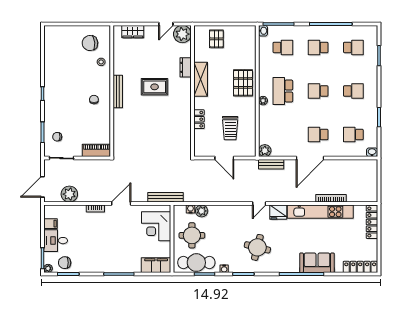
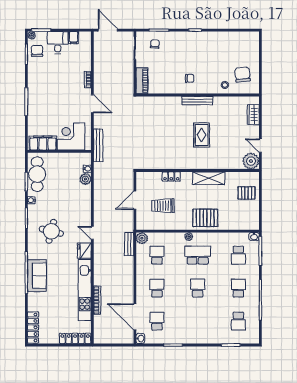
dresser: (186, 67) -> (220, 164), removed
school desk: (353, 91) -> (157, 255), moved, turned 180
door: (310, 158) -> (135, 317), moved
plant: (69, 194) -> (101, 55), removed
round table: (192, 235) -> (63, 170), removed
sofa: (317, 263) -> (37, 276), moved
filing cabinet: (156, 265) -> (43, 143), moved, turned -90

